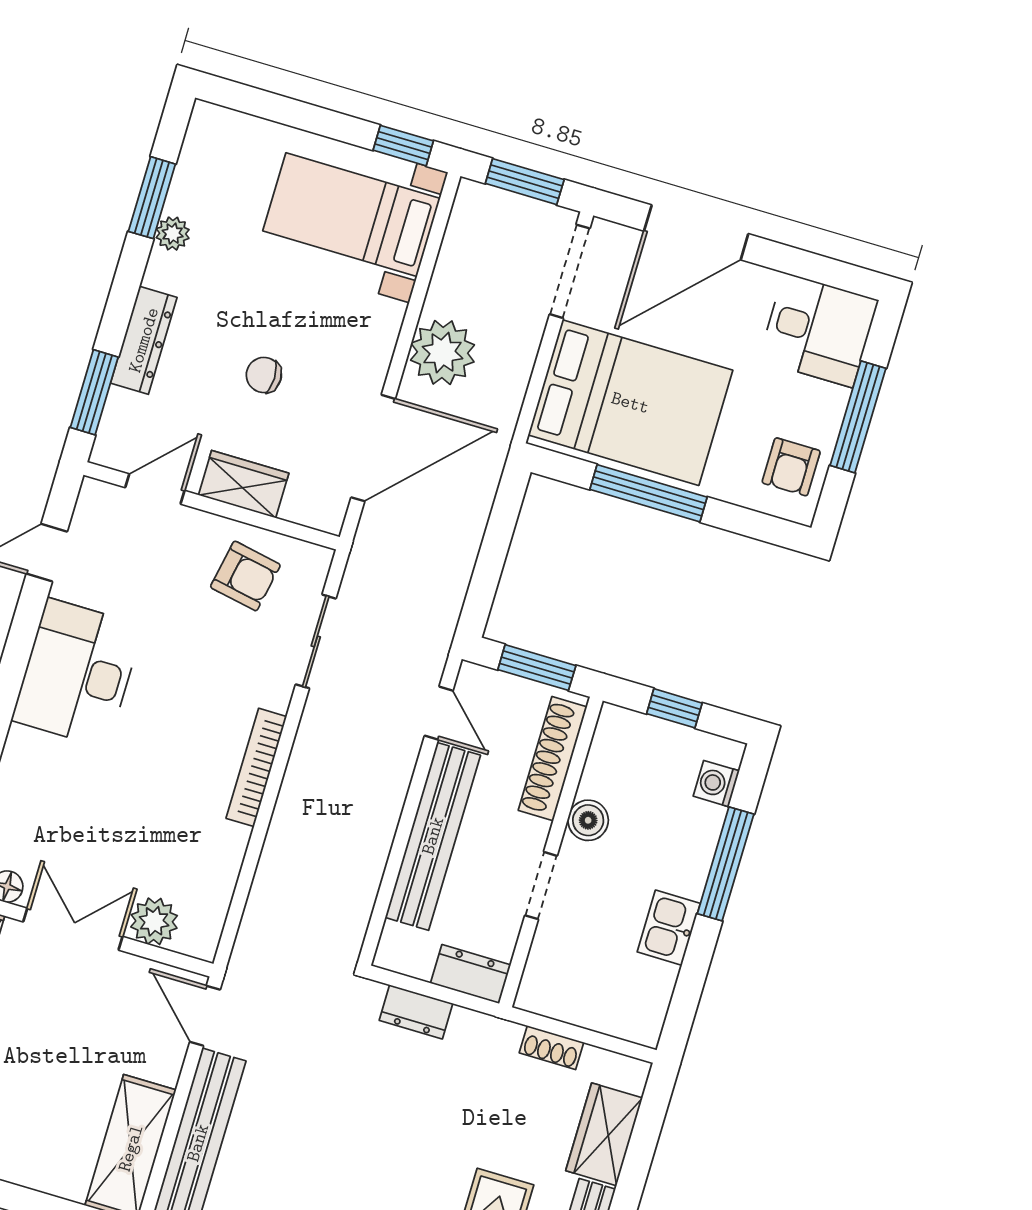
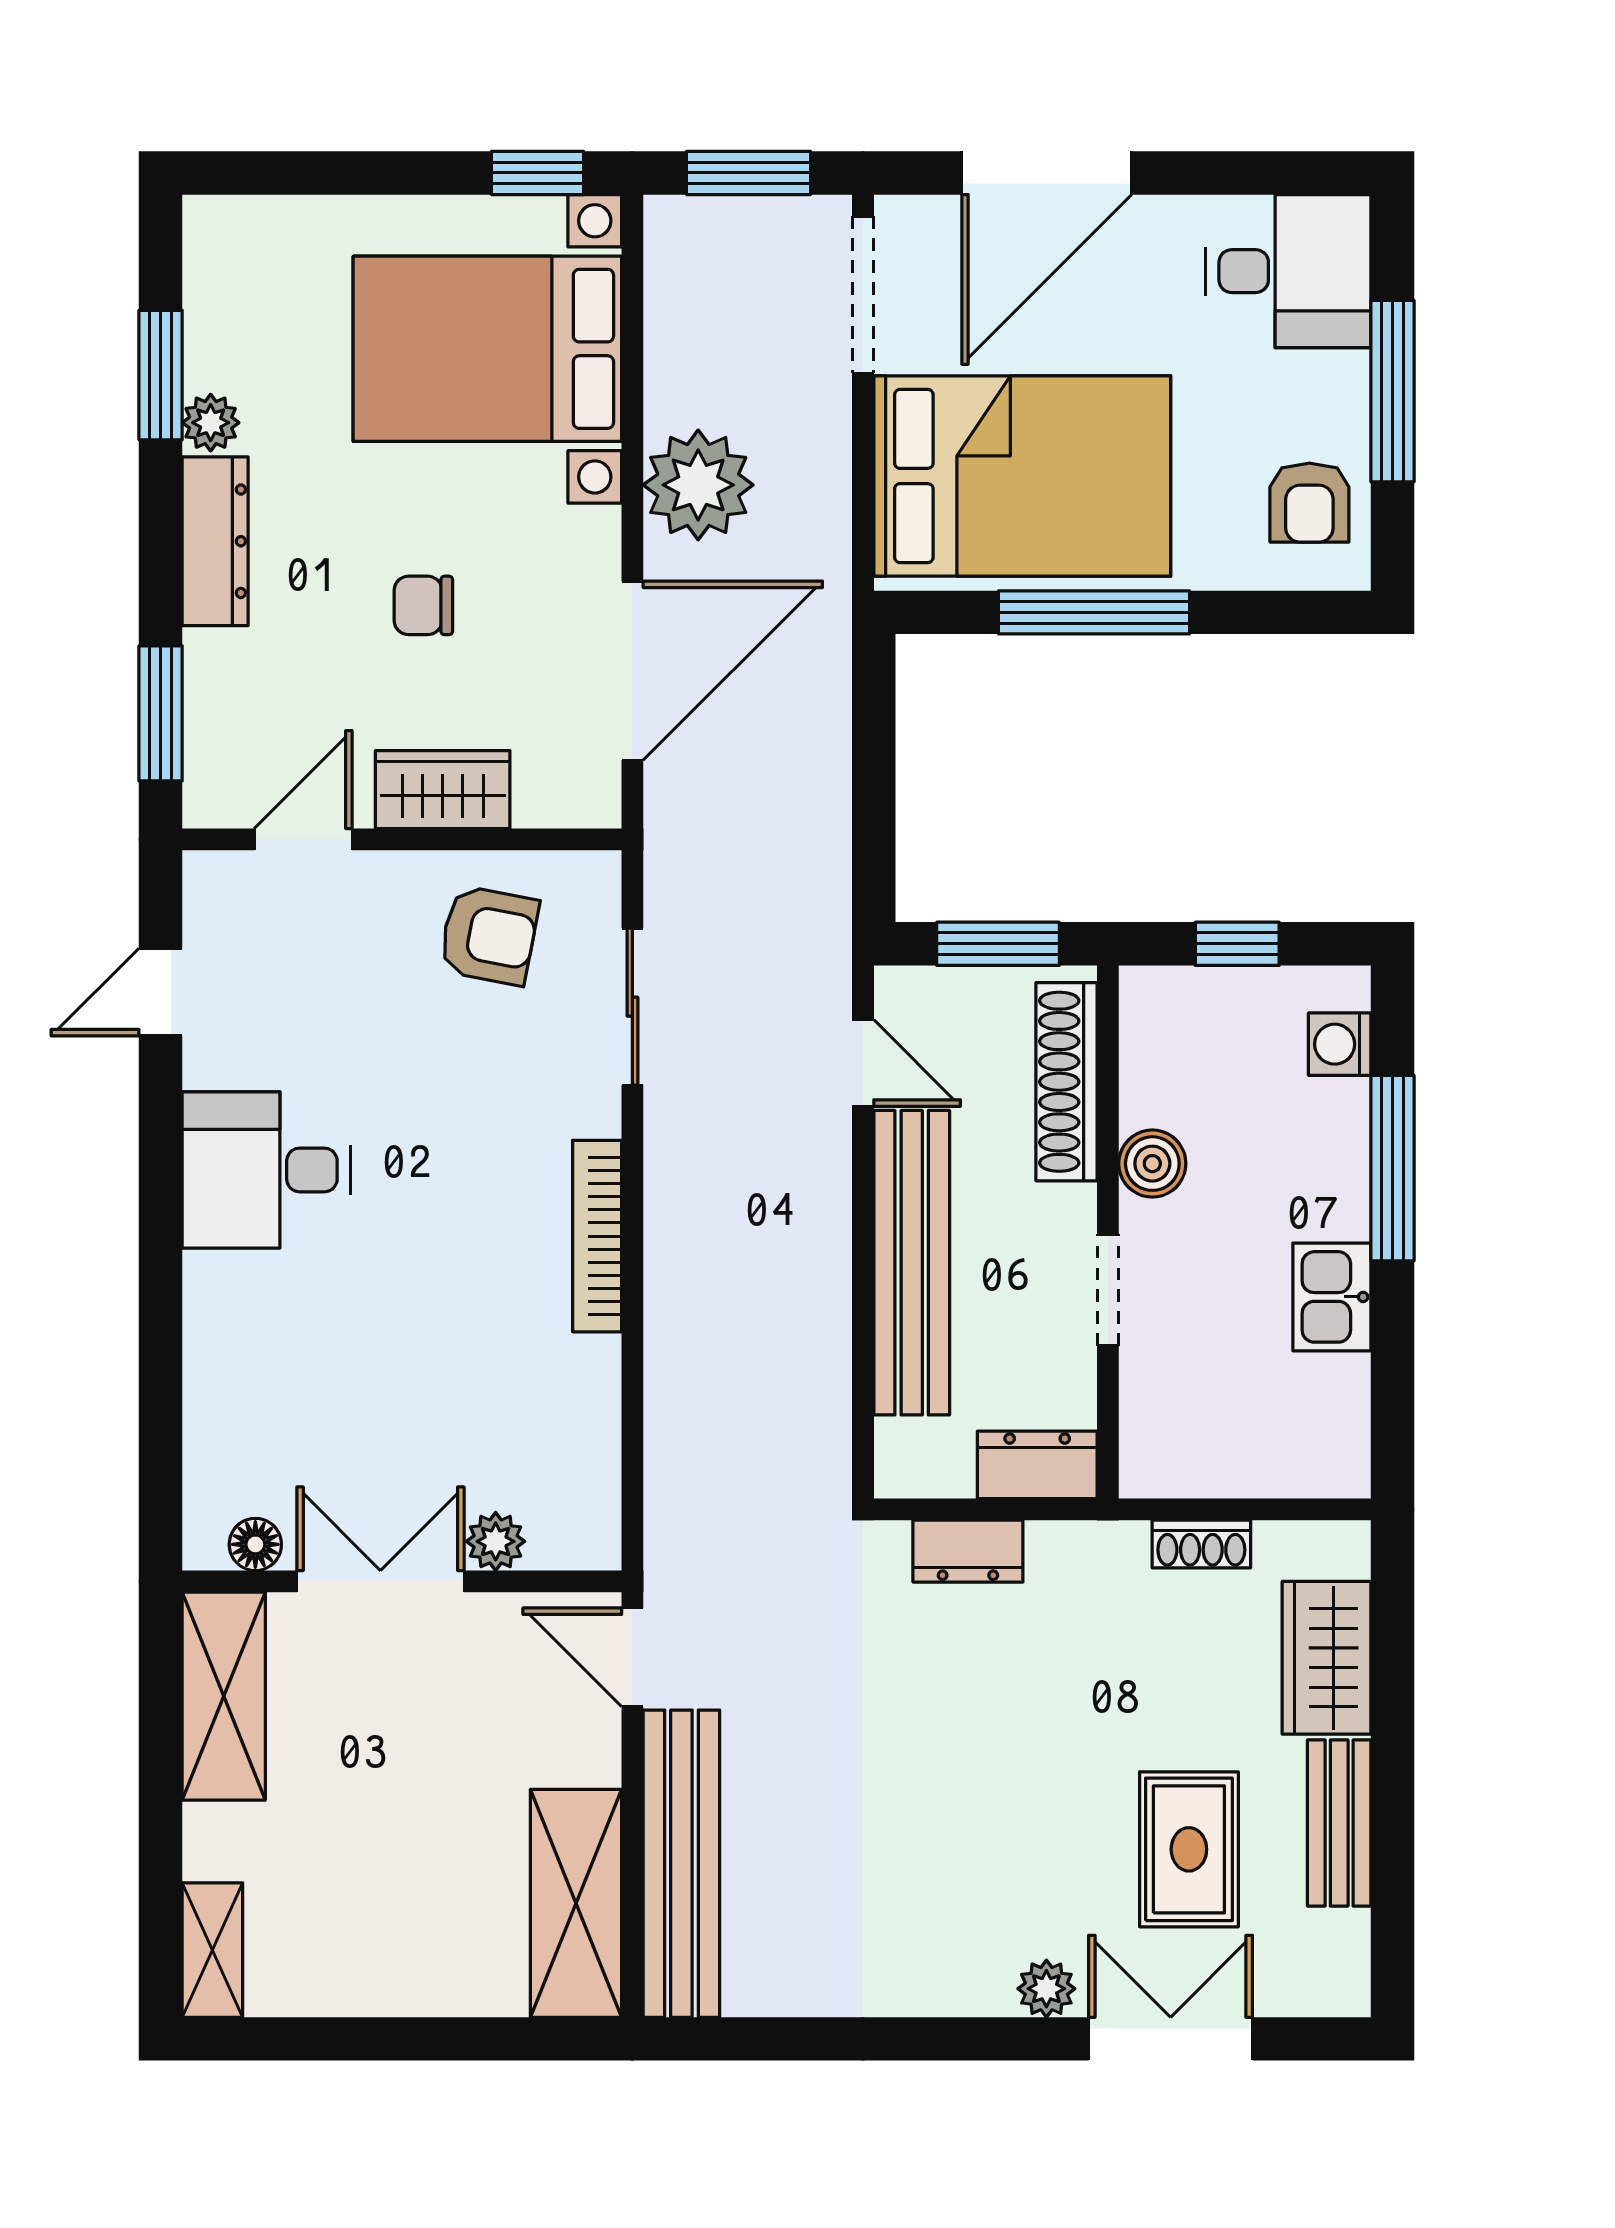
bed with nightstands: (351, 215) -> (487, 349), width x1.36
dresser: (144, 340) -> (215, 541), moved
desk: (77, 673) -> (266, 1170), width x0.73
plant: (154, 921) -> (496, 1541), width x0.73, depth x0.73

